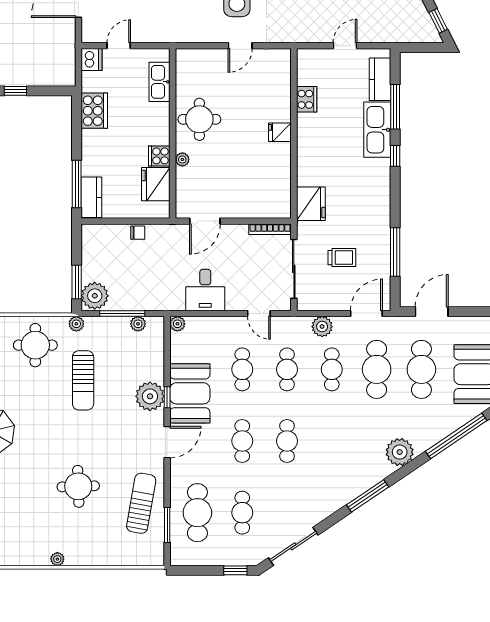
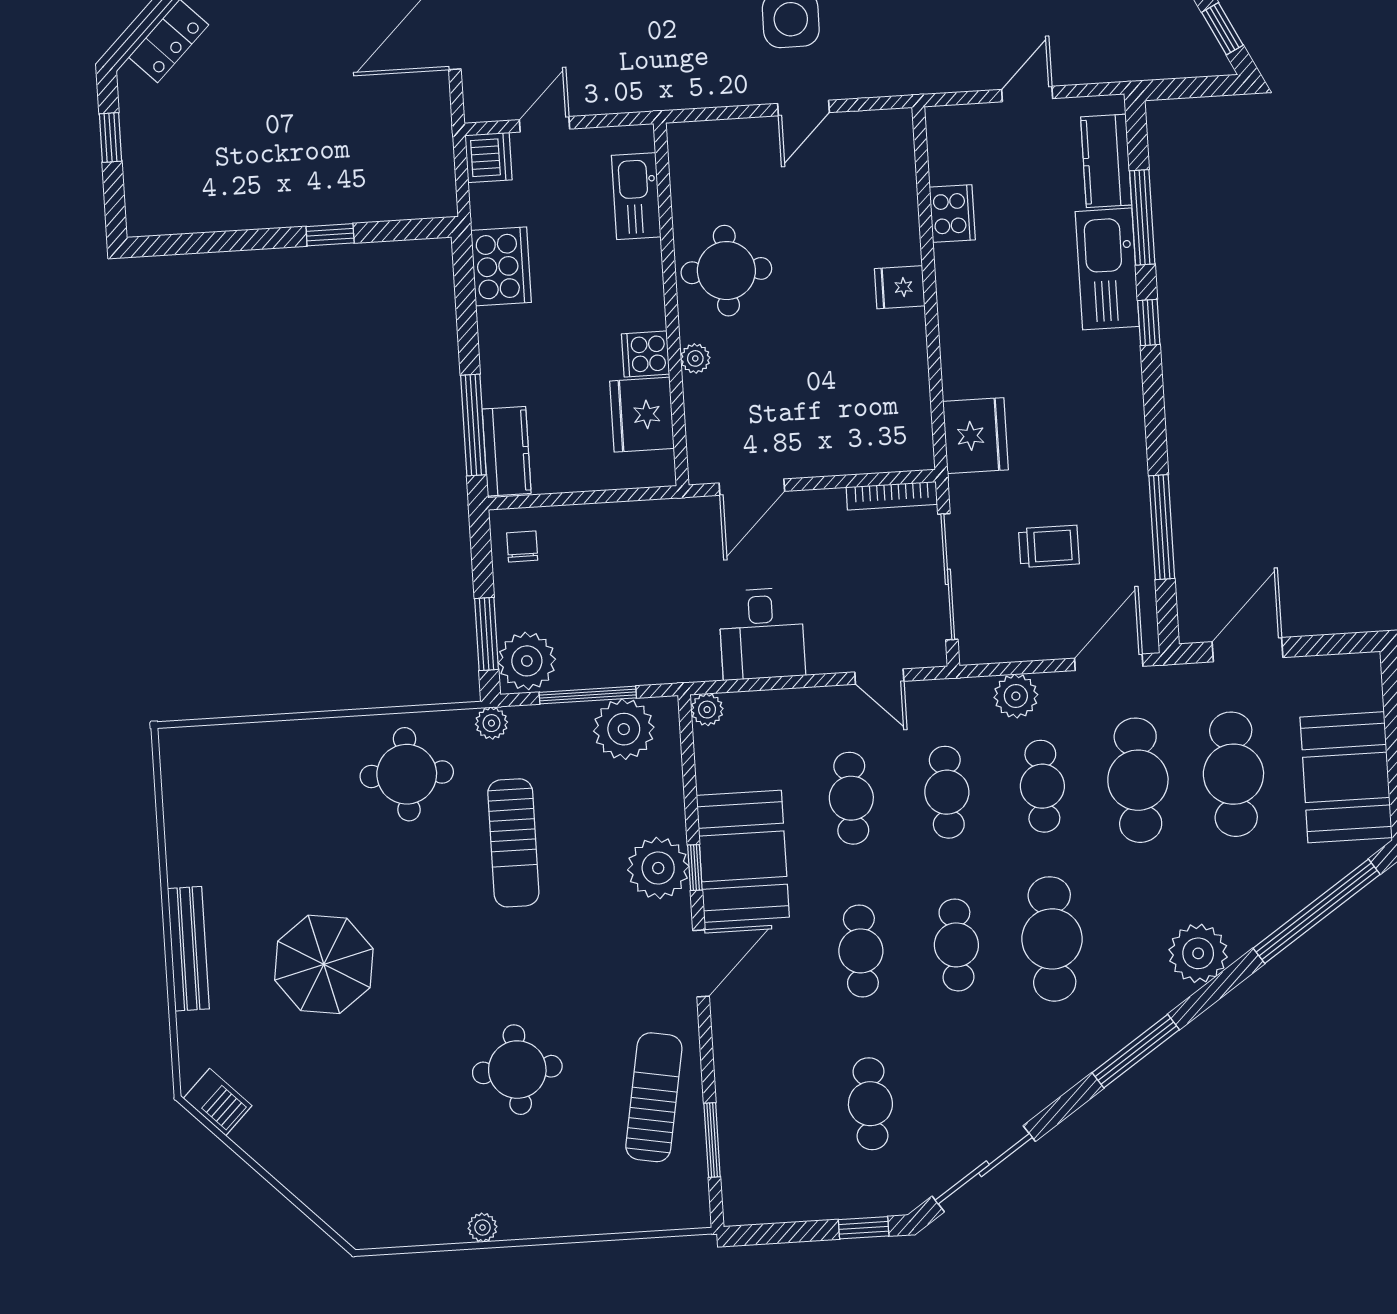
chair: (138, 233) -> (522, 546), moved, turned -90
plant: (138, 324) -> (624, 729), width x1.88, depth x1.88
cafe table: (197, 513) -> (1052, 939), moved

